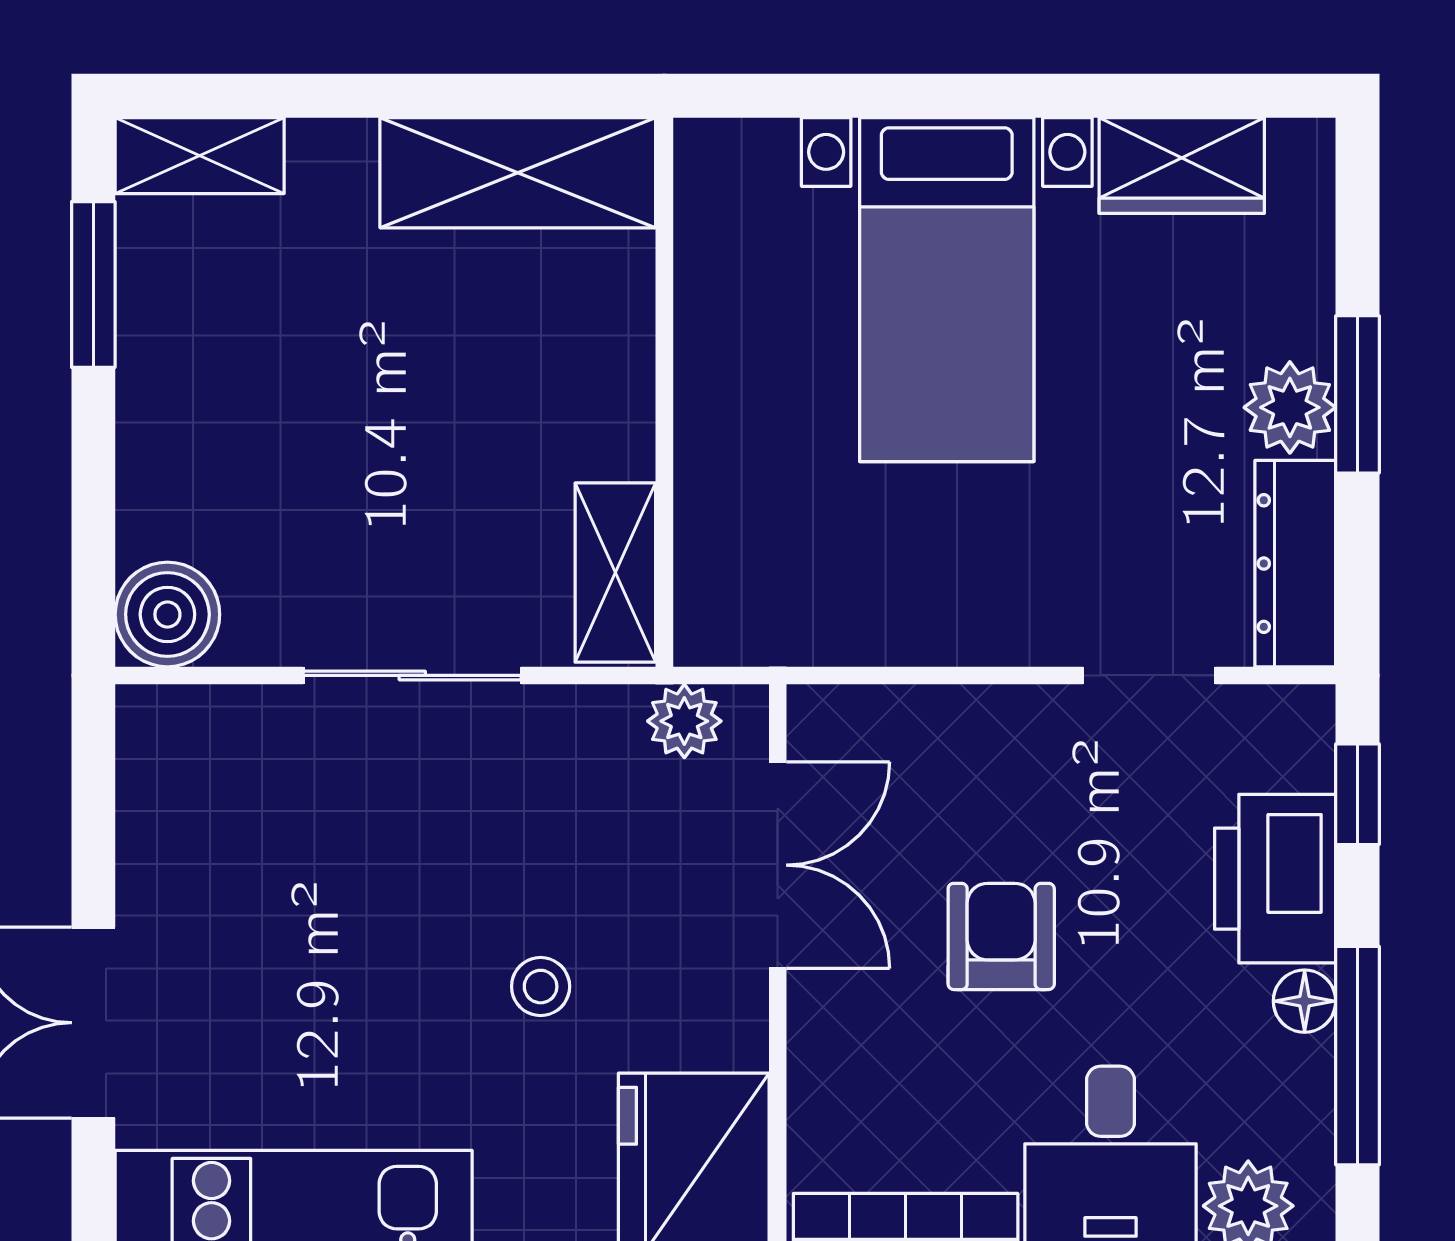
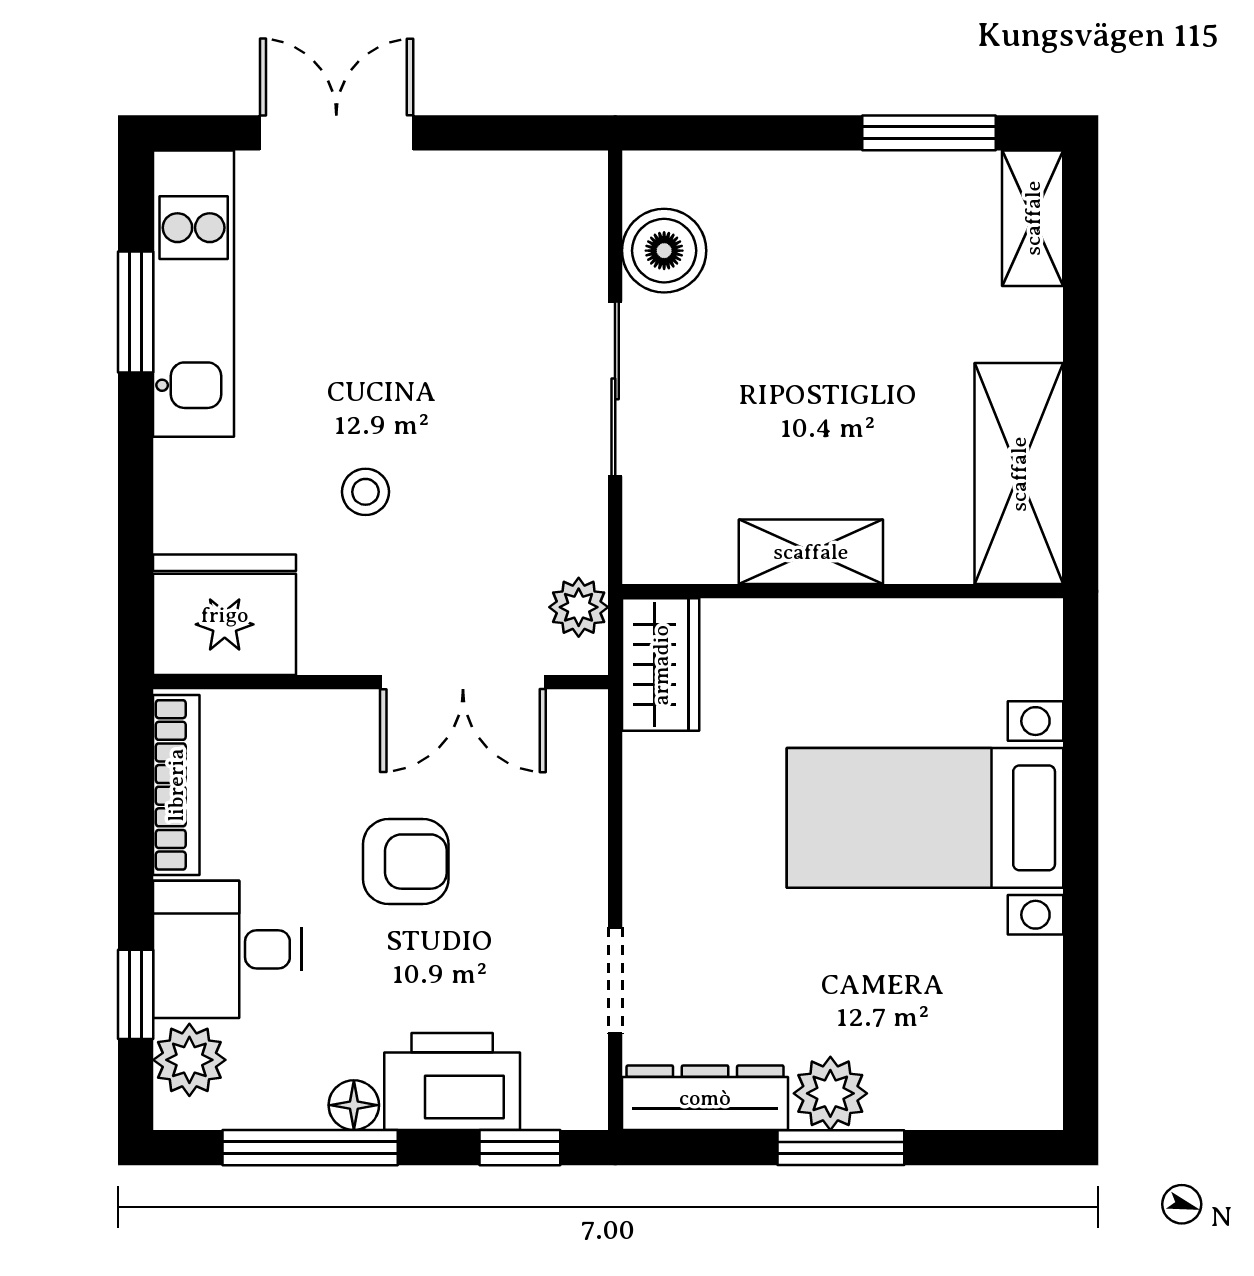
wardrobe: (1182, 165) -> (661, 665), moved, turned 180
shelving: (615, 573) -> (811, 552), moved
boiler: (167, 614) -> (664, 251), moved

